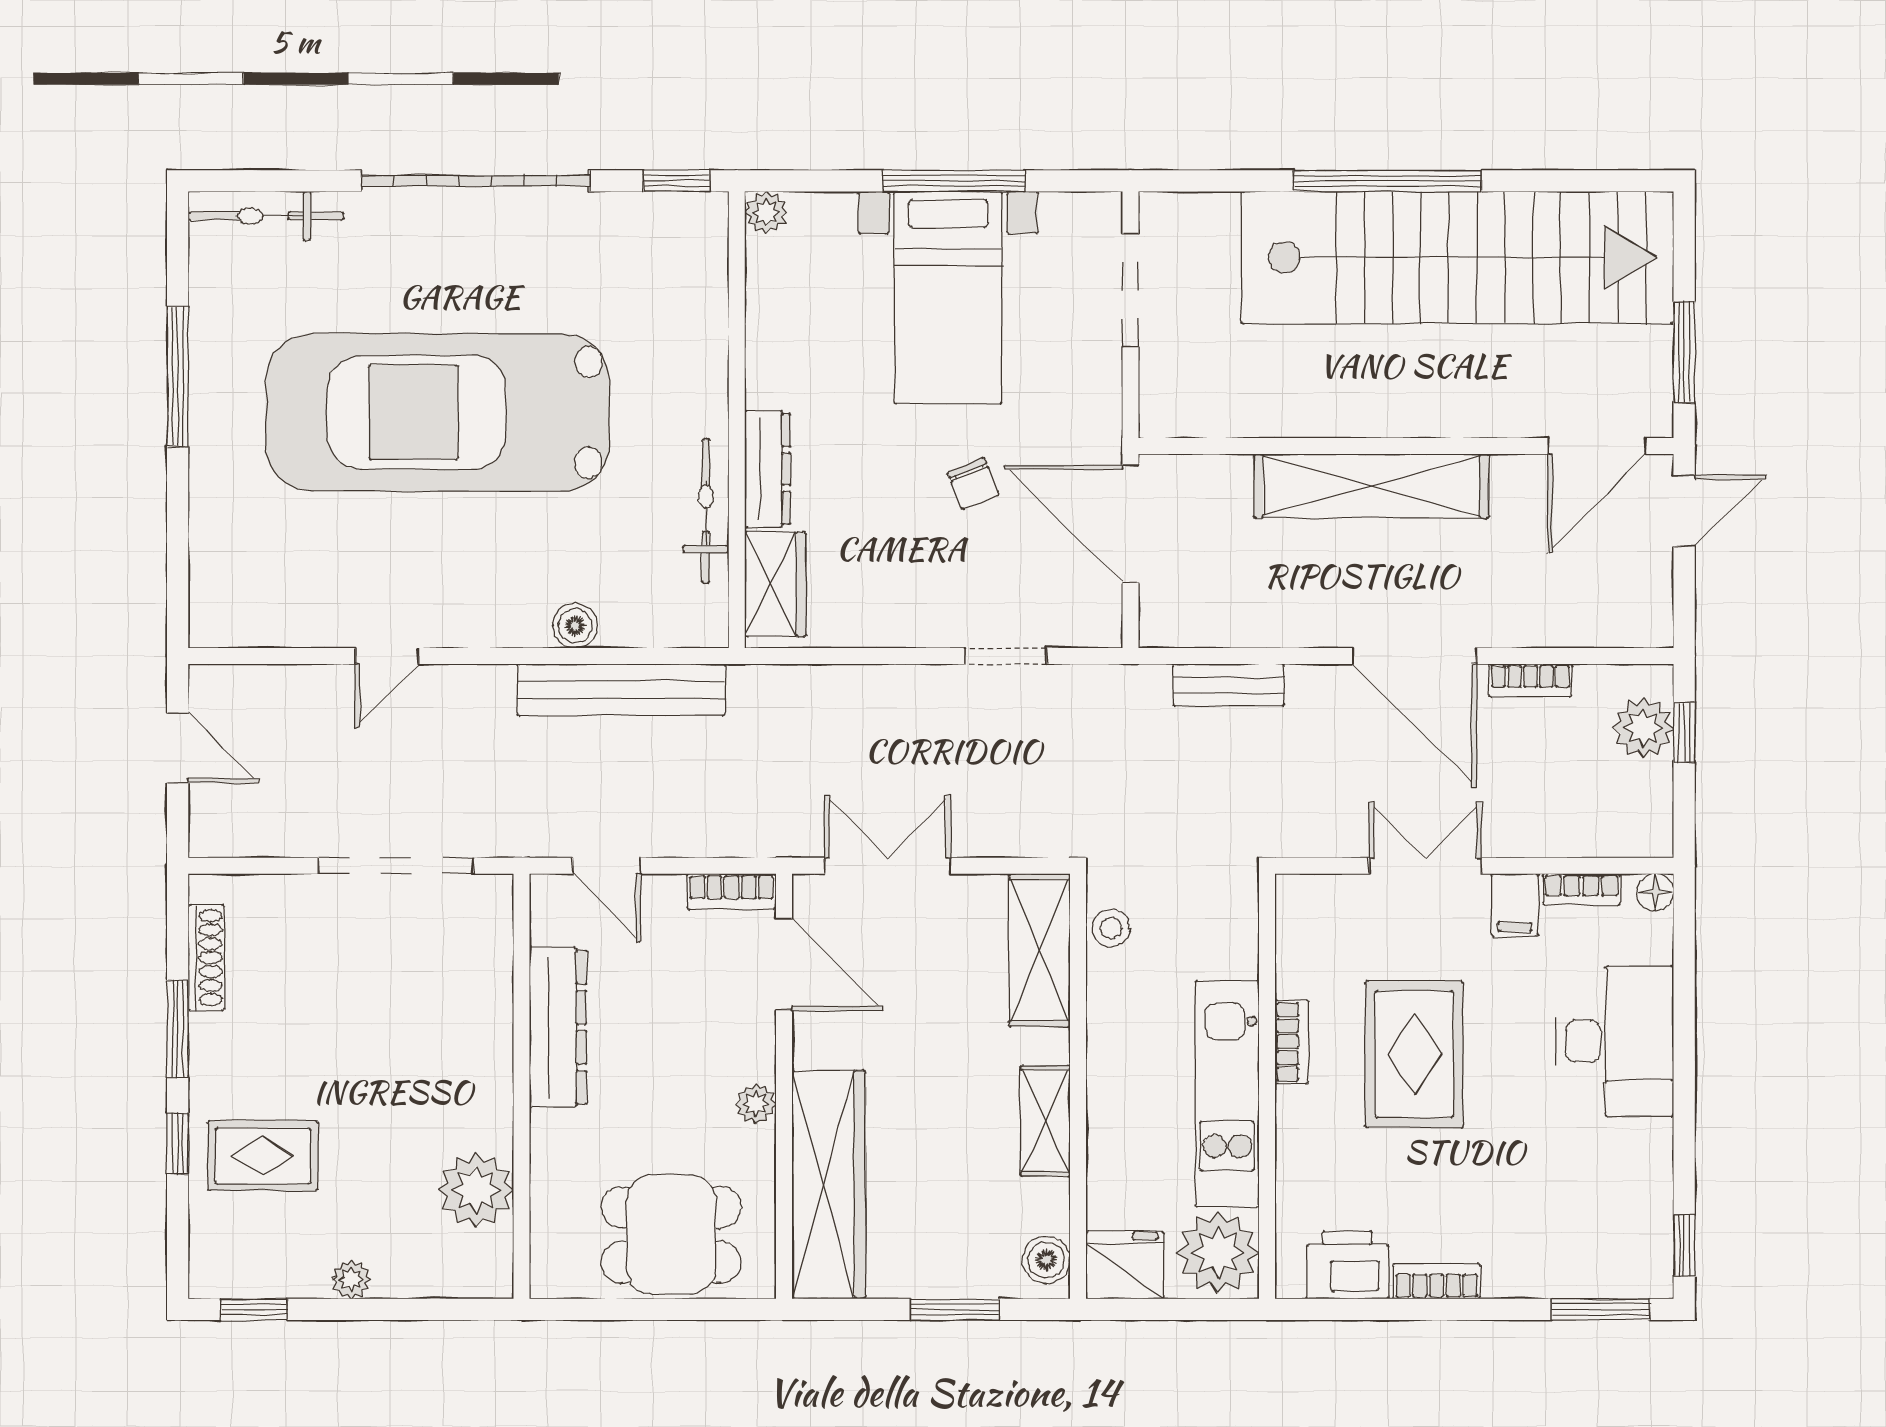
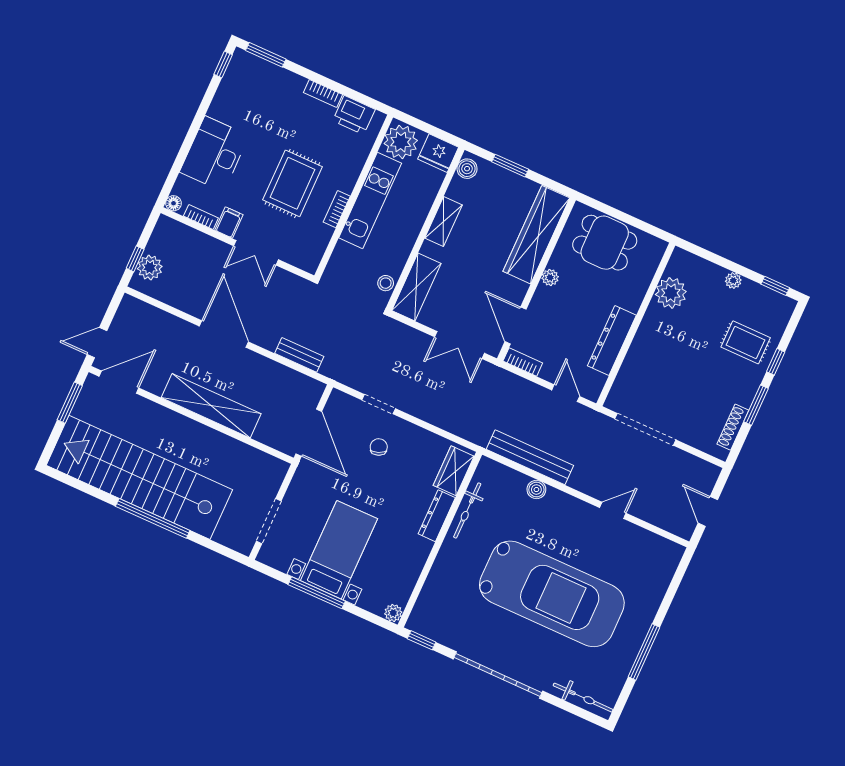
chair: (973, 484) -> (379, 447), moved
bookcase: (1530, 680) -> (184, 305), removed

